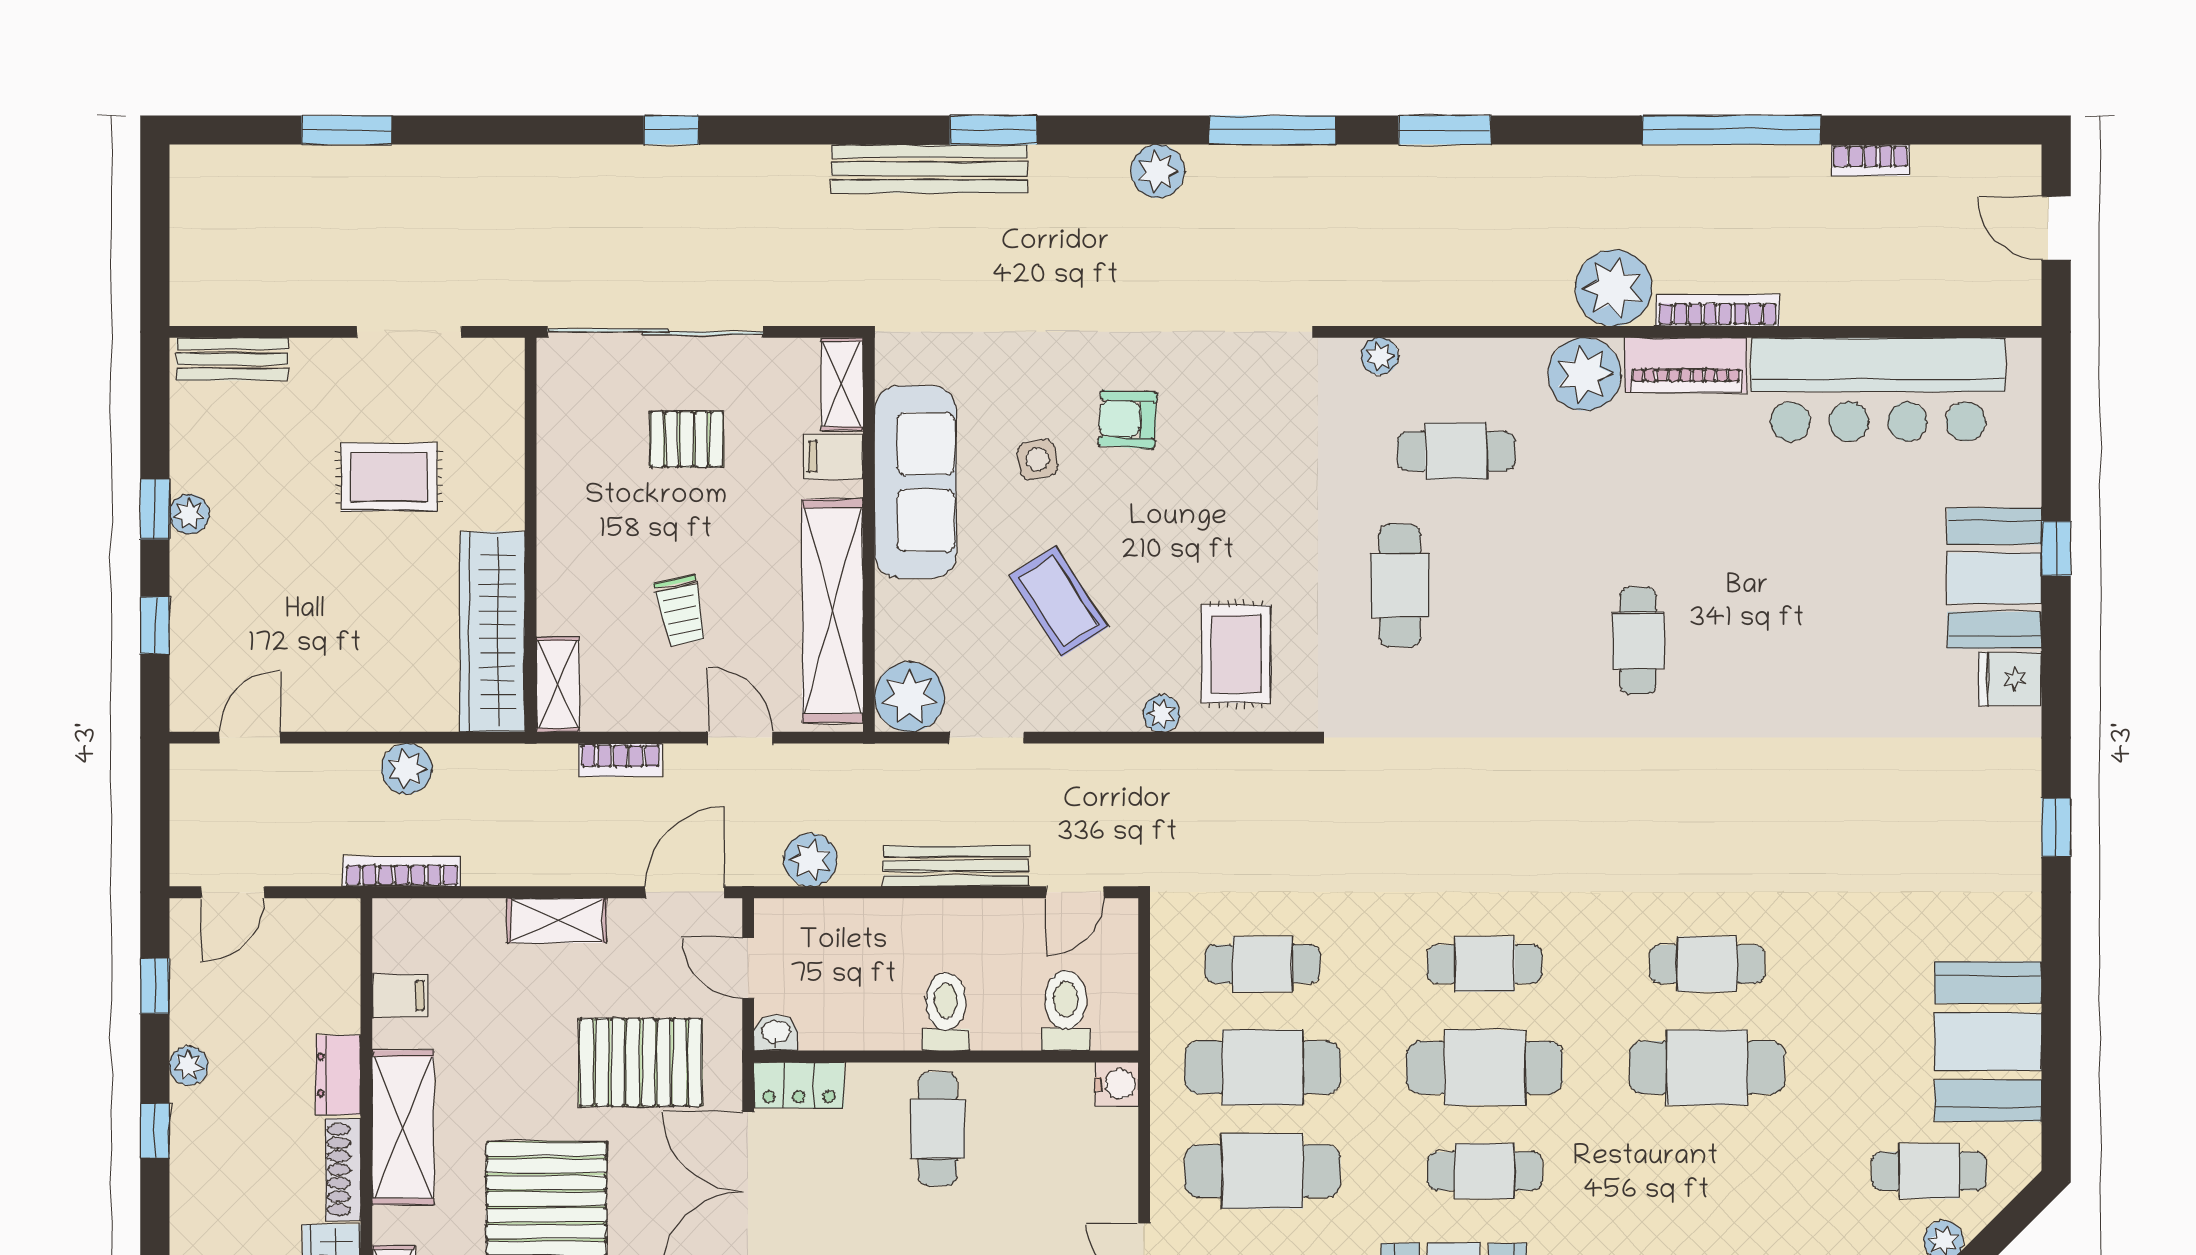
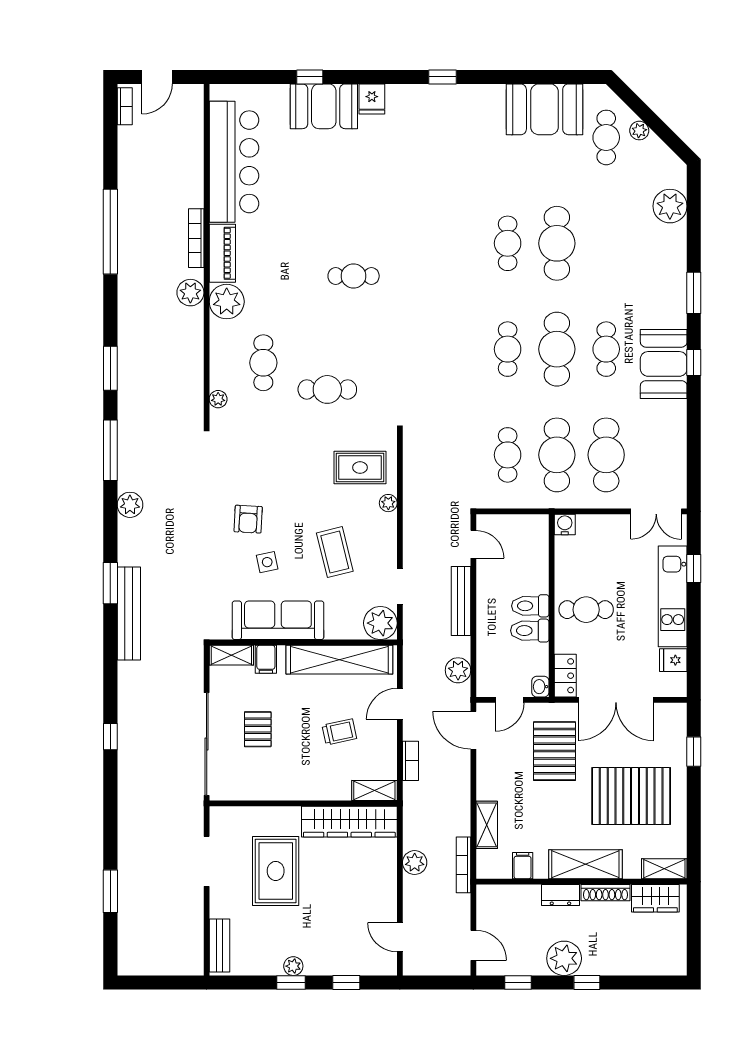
bookcase: (1871, 160) -> (125, 106), moved
plant: (1614, 288) -> (190, 293), width x0.73, depth x0.73
rug: (389, 477) -> (276, 871), width x1.36, depth x1.43
coffee table: (1059, 601) -> (335, 552), turned -71
shelving: (557, 920) -> (487, 825), moved
toilet: (1066, 1010) -> (530, 631), moved
plant: (189, 1066) -> (564, 958), width x1.87, depth x1.87

